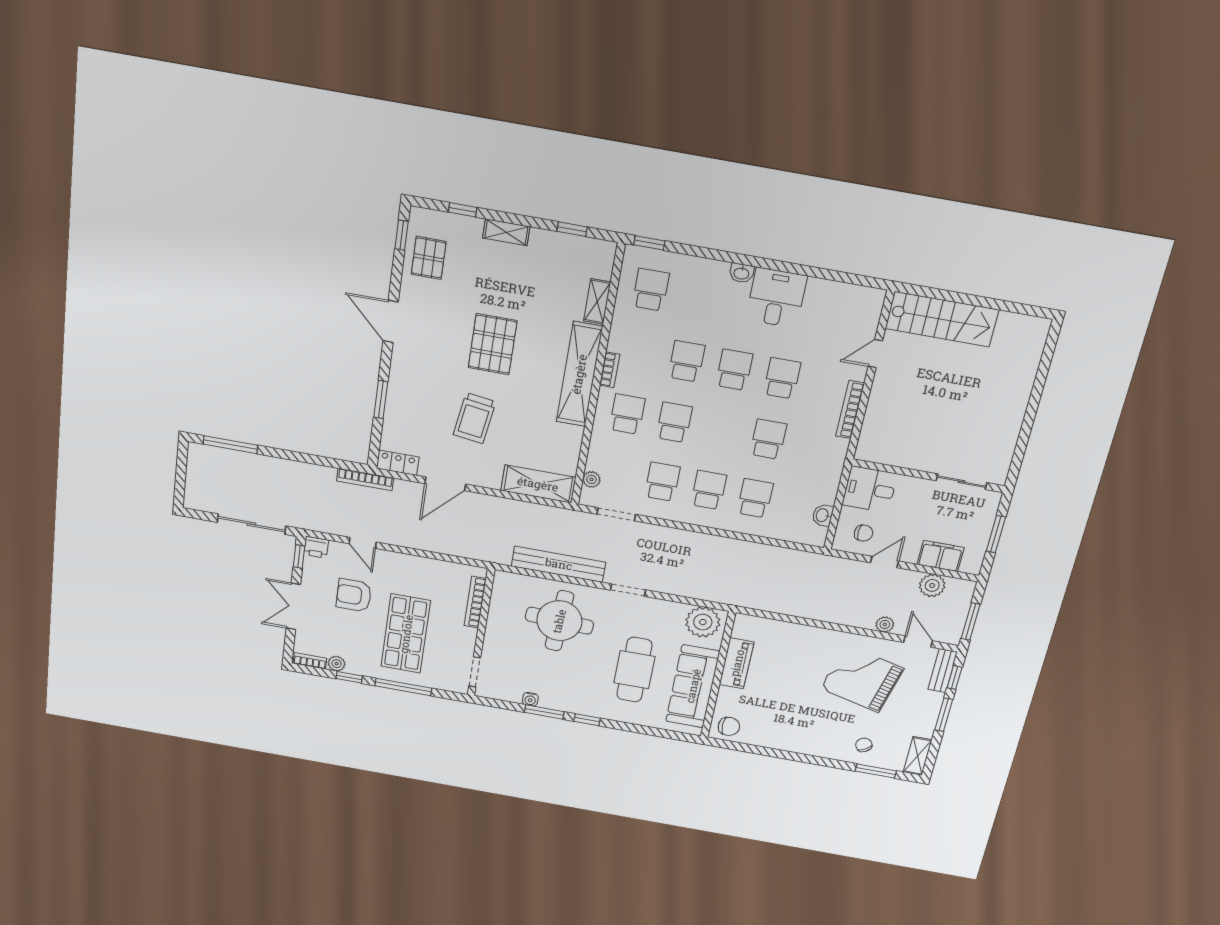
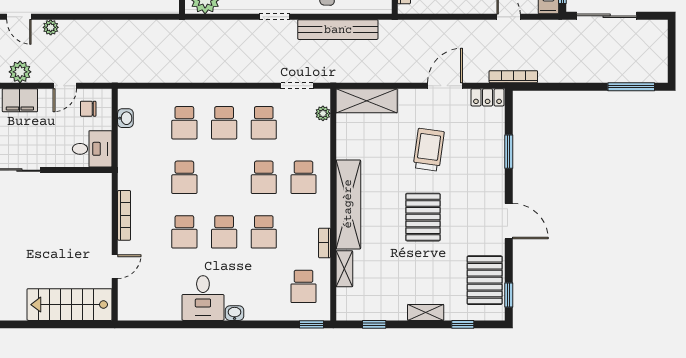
pallet: (429, 258) -> (485, 280), width x1.50, depth x1.42
bookcase: (610, 370) -> (325, 243), moved

